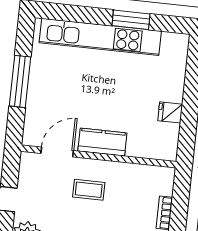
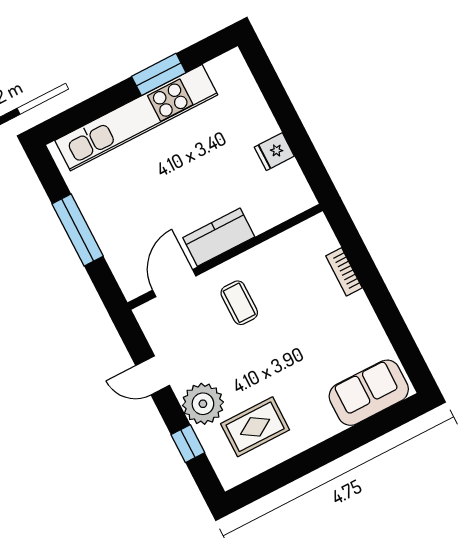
coffee table: (89, 190) -> (239, 303), turned 90

